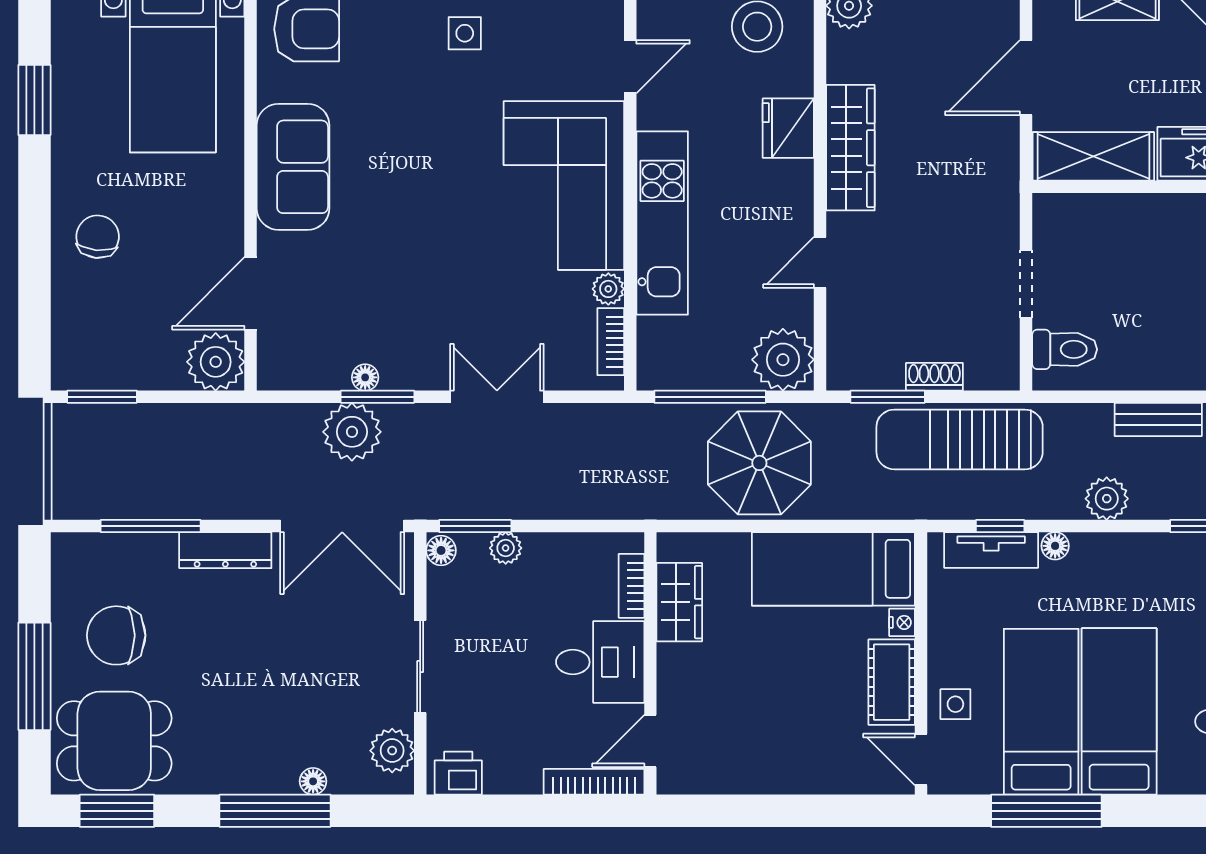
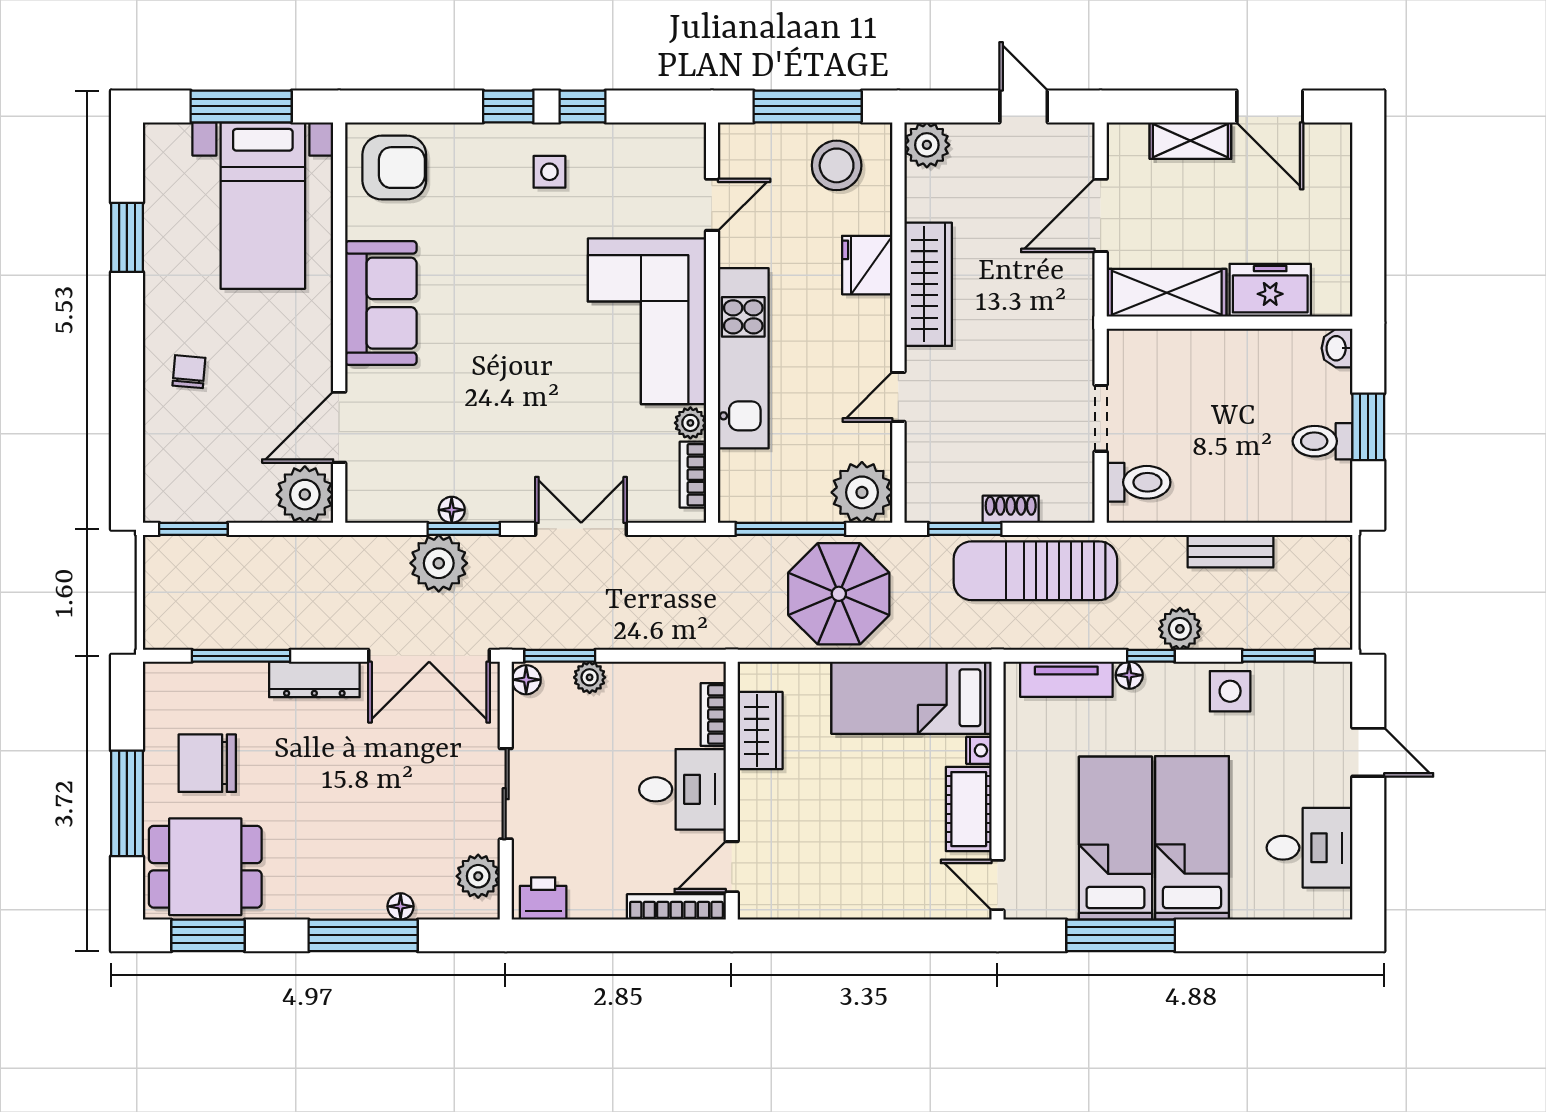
chair: (98, 237) -> (189, 372), width x0.73, depth x0.73
window: (1000, 526) -> (1151, 656), moved
side table: (955, 704) -> (1230, 691), moved, width x1.37, depth x1.37

